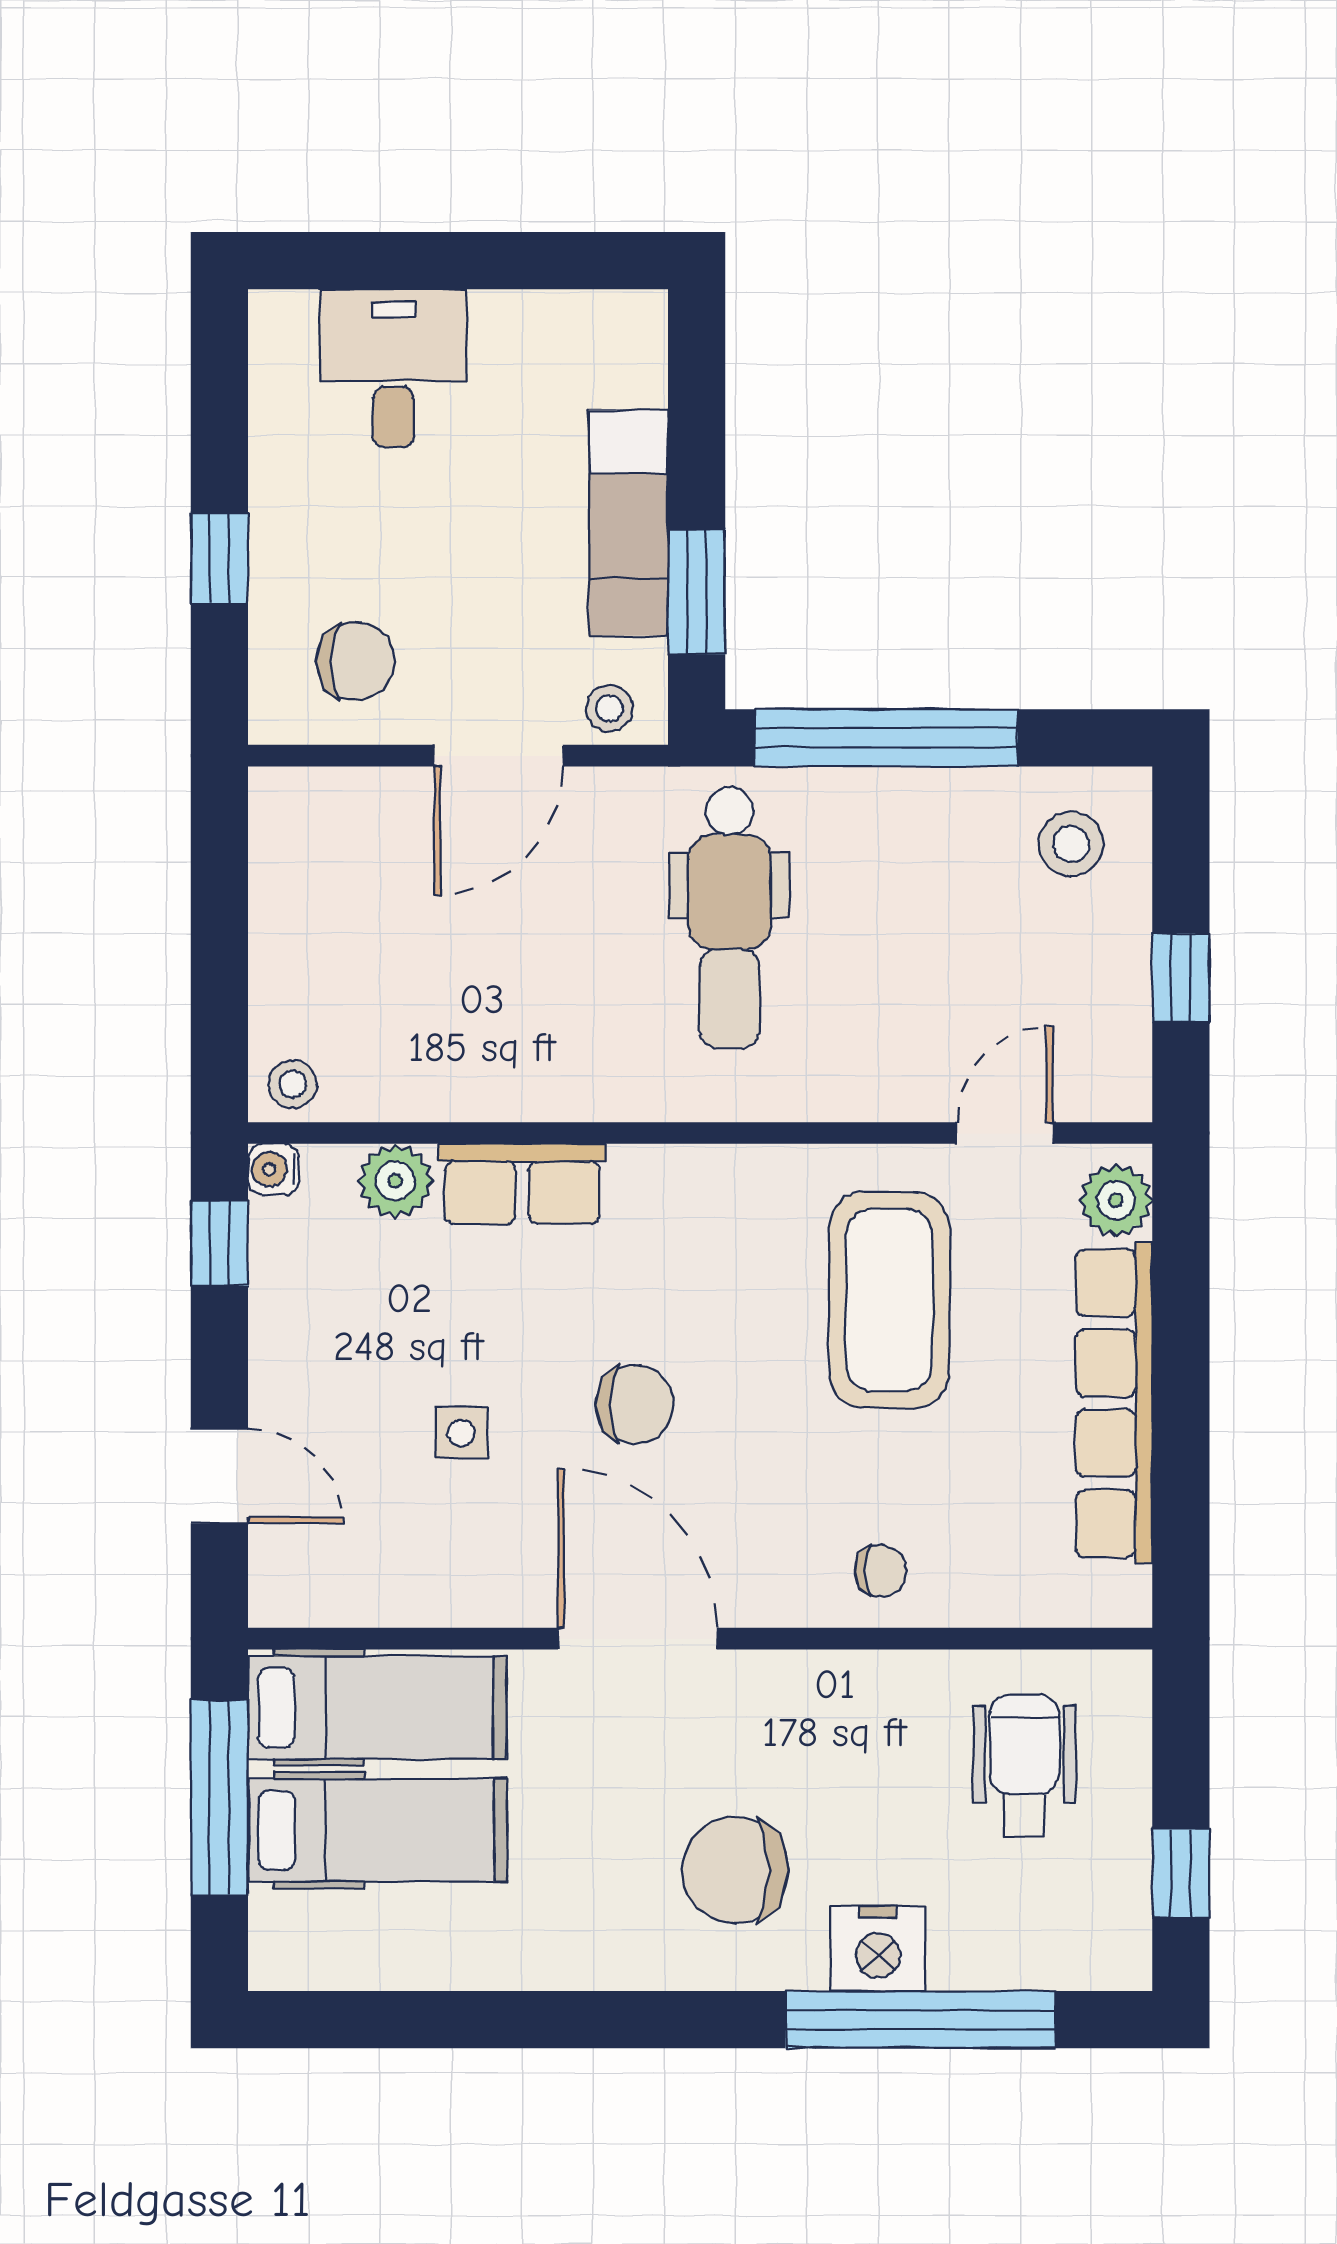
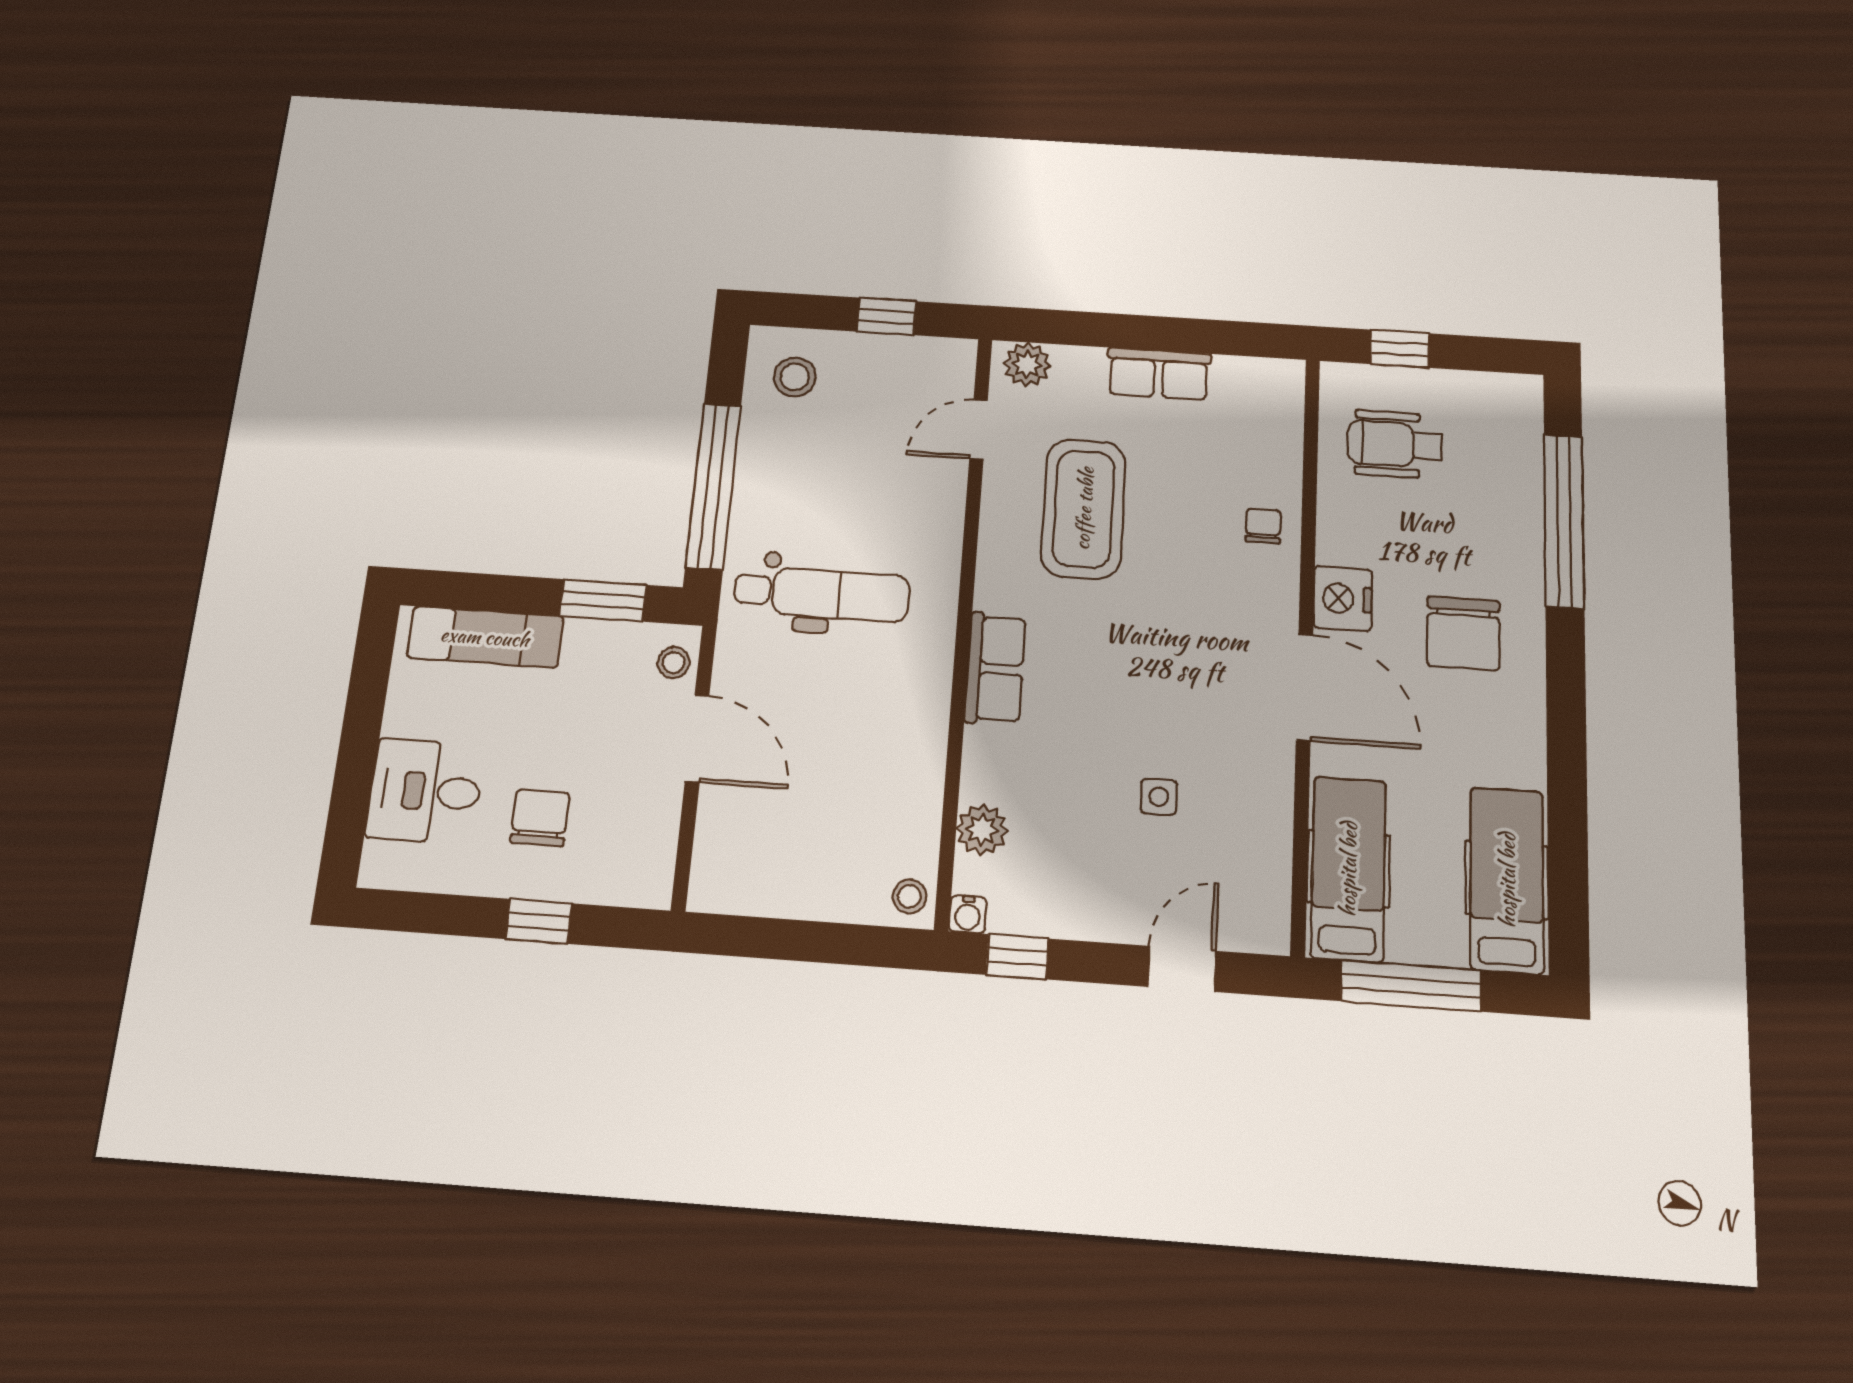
exam couch: (629, 523) -> (485, 637), moved
chair: (355, 662) -> (540, 818), moved
door: (1005, 1133) -> (978, 430), hinge flipped
row of seats: (522, 1184) -> (995, 668), moved
coffee table: (889, 1300) -> (1084, 509), turned 90
row of seats: (1114, 1403) -> (1159, 374), width x0.50
chair: (635, 1405) -> (1145, 678), removed
door: (638, 1639) -> (1304, 687), swing flipped
hospital bed: (377, 1830) -> (1507, 880), moved
window: (1181, 1873) -> (1400, 349), moved
nightstand: (878, 1948) -> (1343, 599), moved, turned 180

